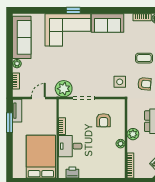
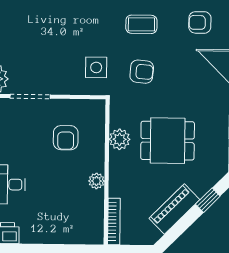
plant: (133, 134) -> (120, 139), moved

